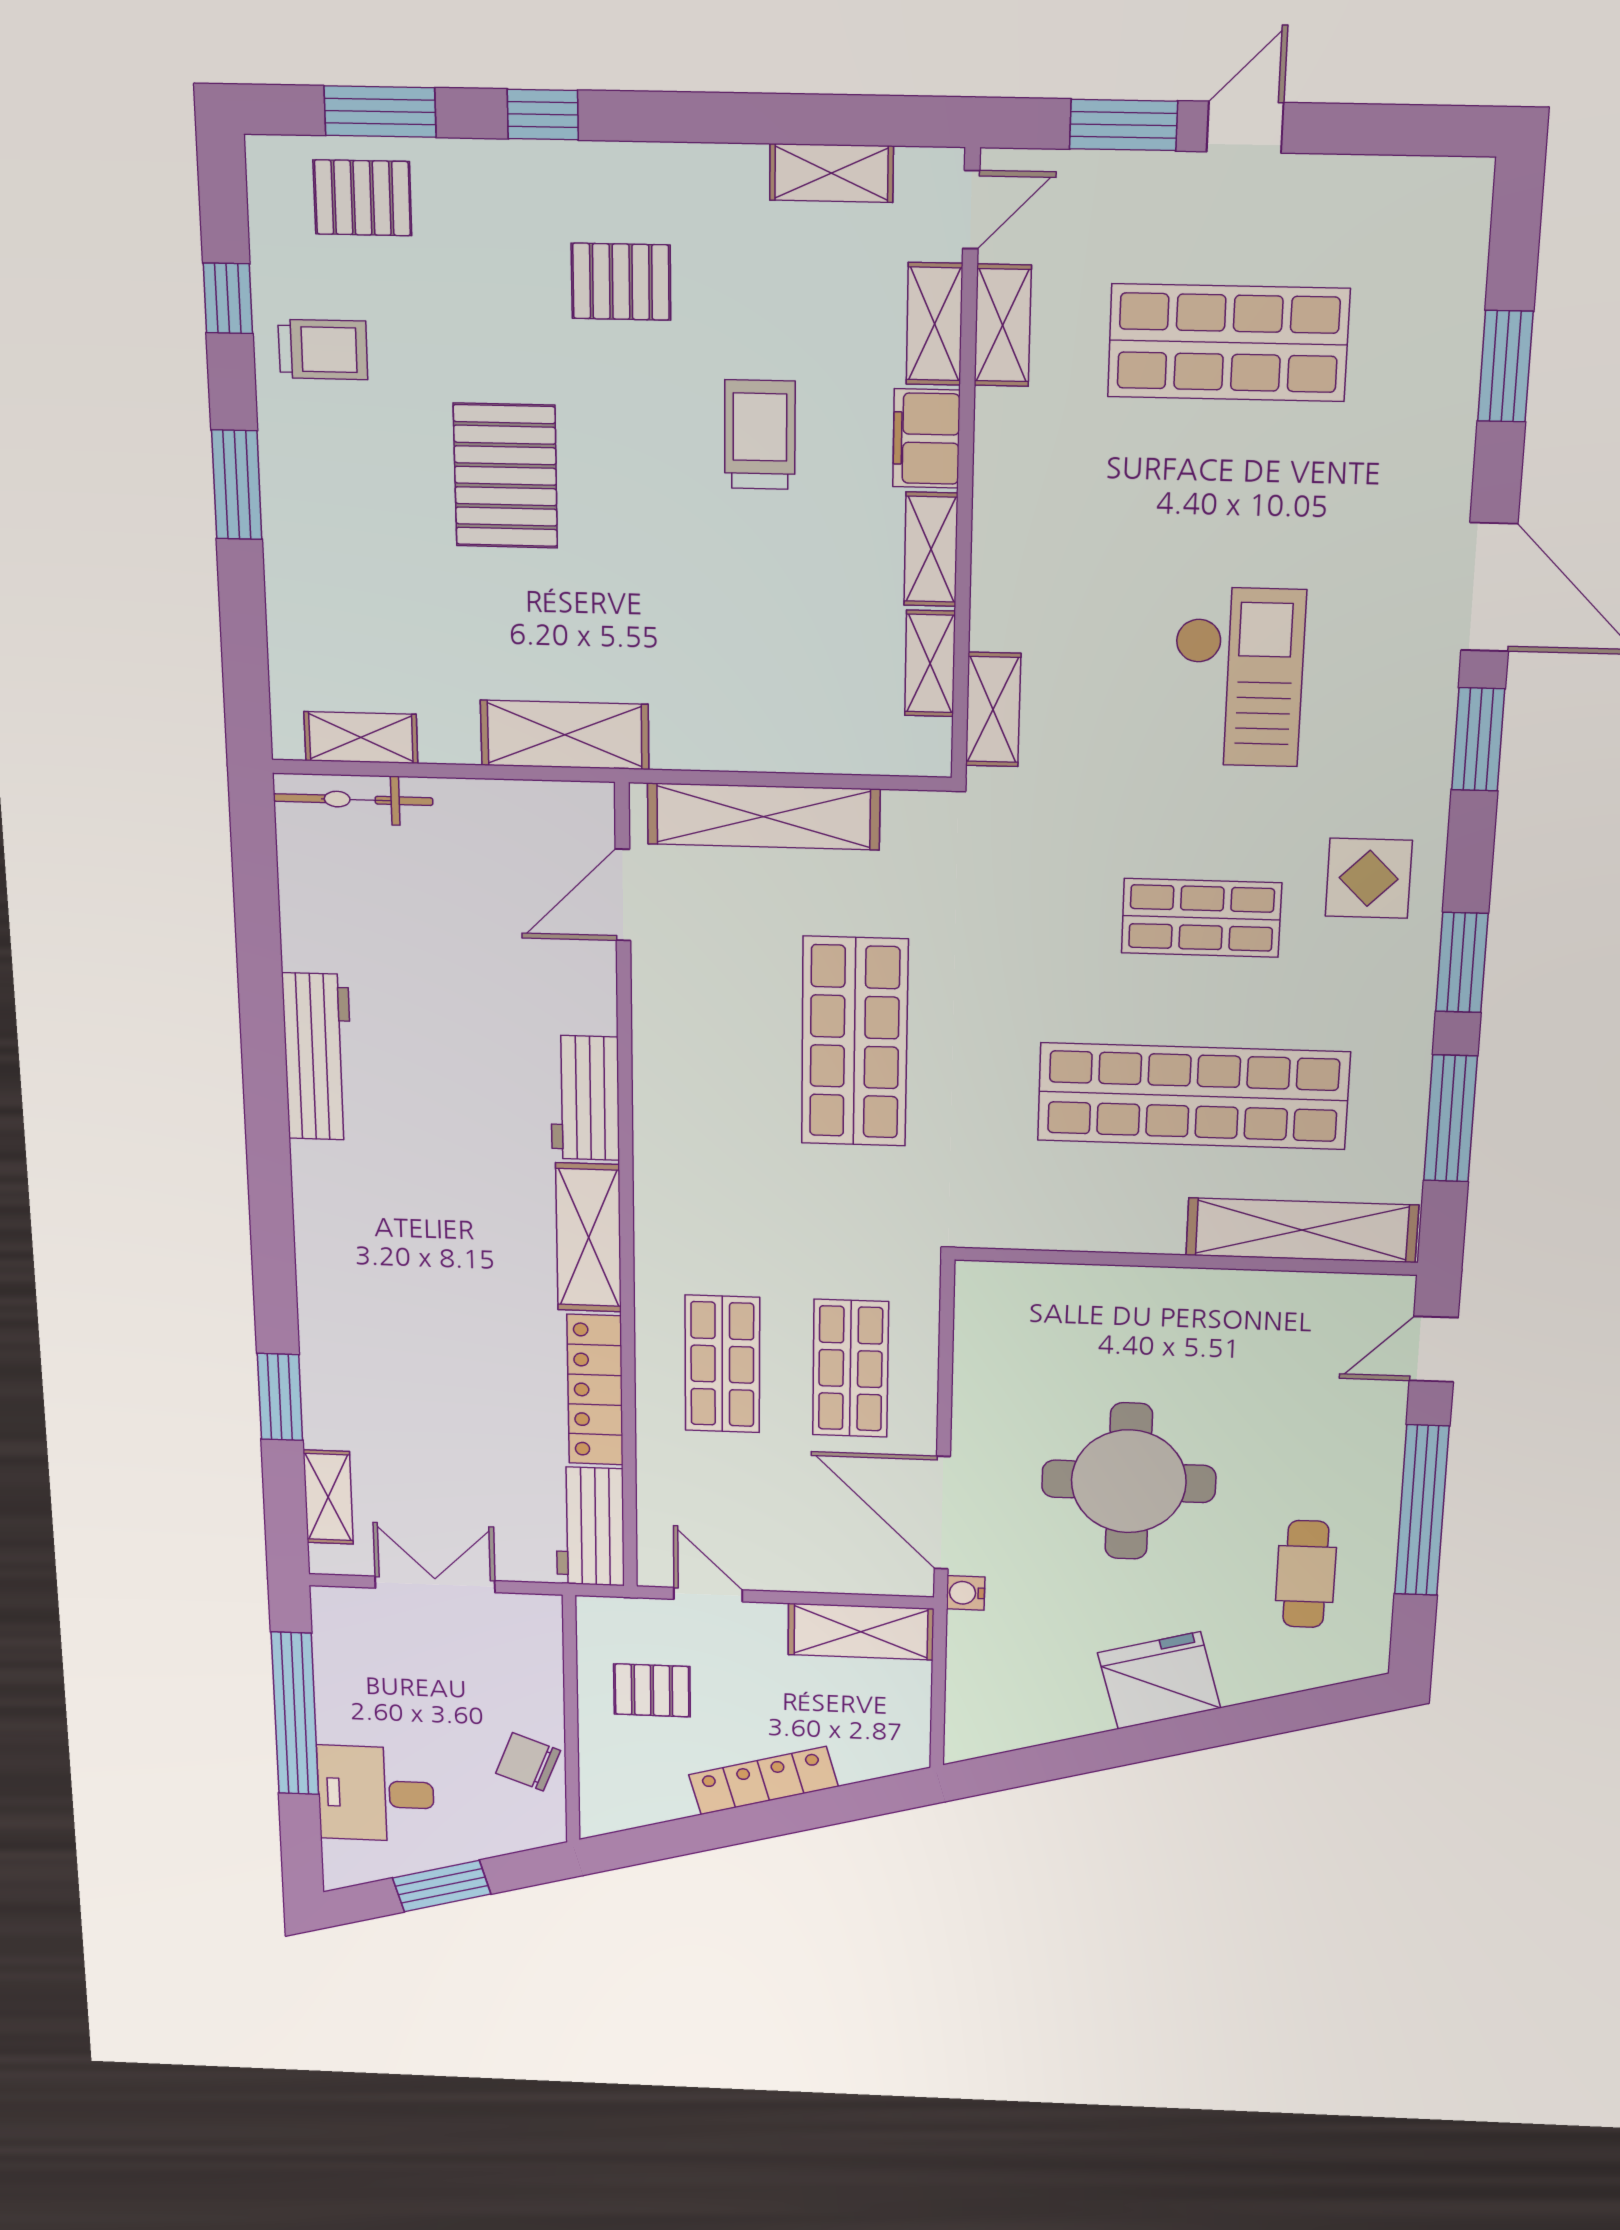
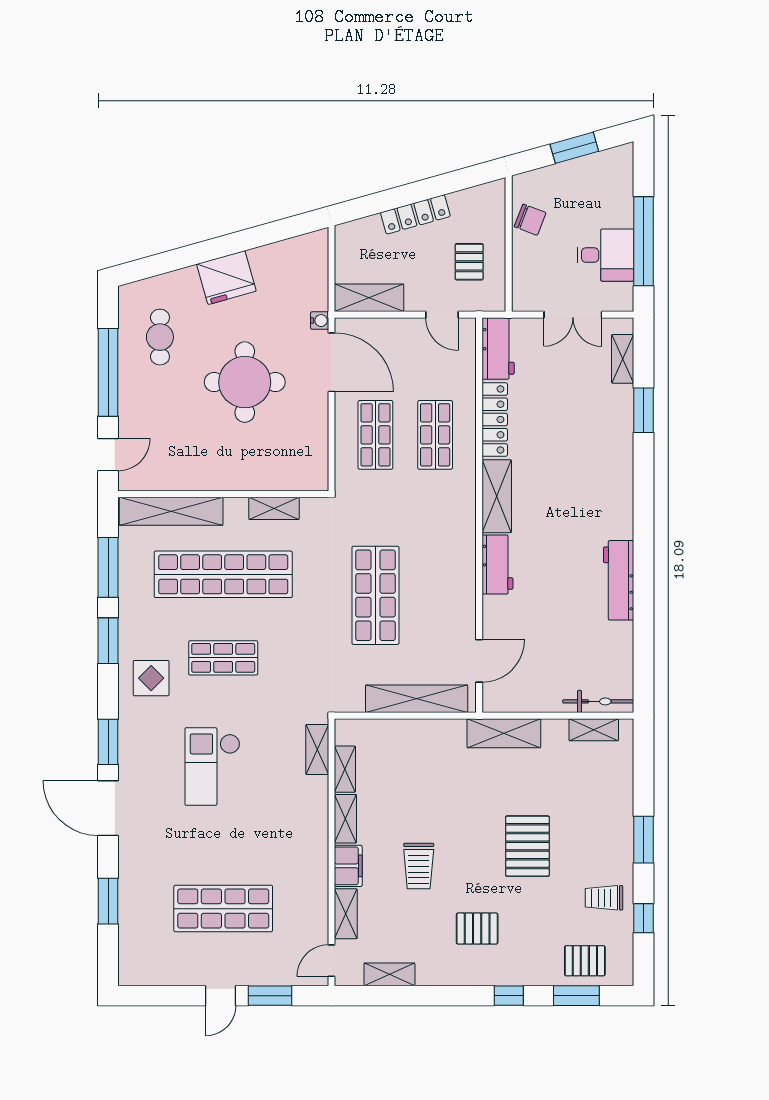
shelving: (1003, 325) -> (274, 508), moved, turned 90
pallet: (652, 1690) -> (469, 262), turned 90
desk: (376, 1794) -> (605, 255), moved

